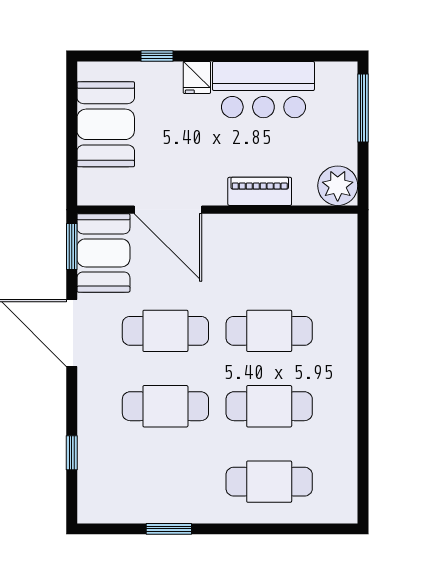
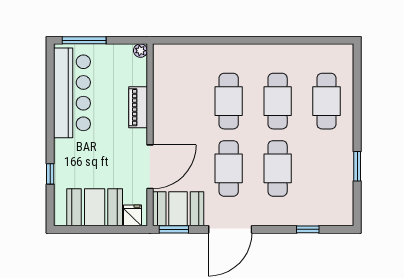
fridge: (197, 77) -> (132, 215), moved, turned -90
bar counter: (263, 90) -> (72, 93), width x1.36
plant: (338, 186) -> (140, 51), width x0.53, depth x0.53

